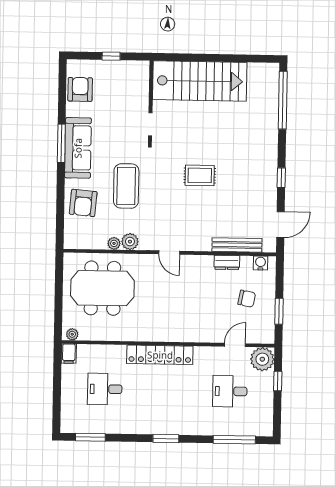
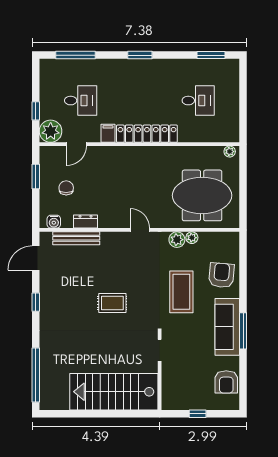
chair: (247, 299) -> (66, 188), turned 79
filing cabinet: (69, 354) -> (108, 133), moved

